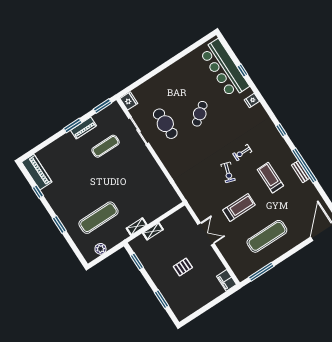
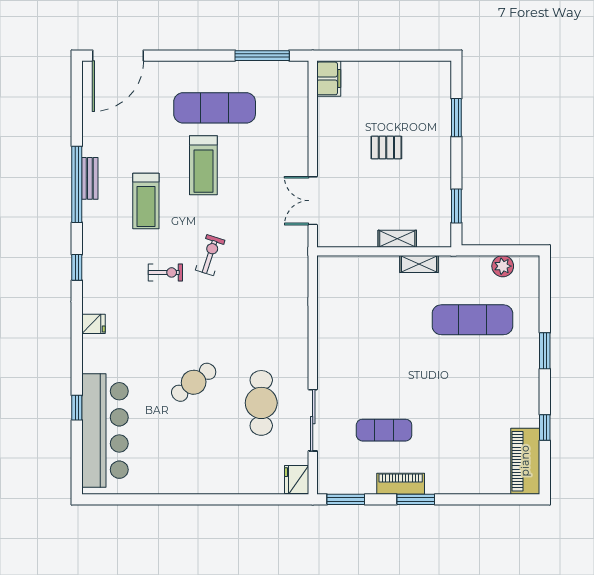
fridge: (252, 100) -> (93, 324), moved
treadmill: (239, 207) -> (203, 165), moved, turned -90
double door: (206, 234) -> (313, 201), moved

